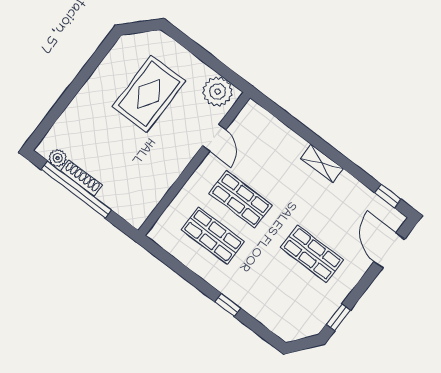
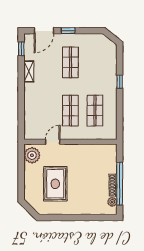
rug: (149, 94) -> (55, 184), turned 90
shelving: (322, 163) -> (29, 71), moved
window: (338, 317) -> (68, 31), moved

